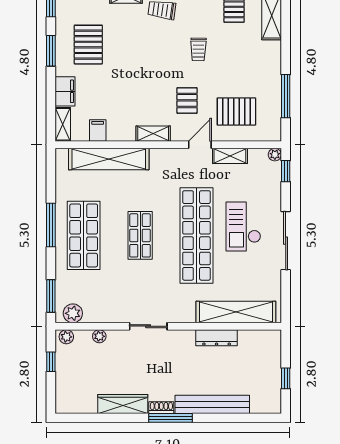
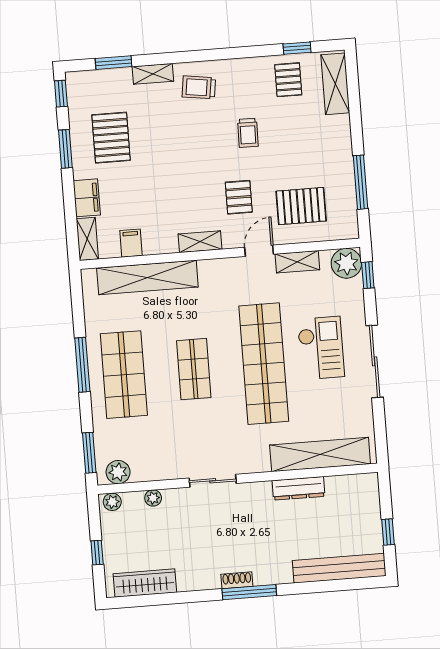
plant: (275, 155) -> (346, 263), width x1.88, depth x1.88
checkout: (243, 226) -> (321, 348), turned 180
window: (51, 362) -> (97, 553), moved
wardrobe: (123, 404) -> (145, 583), moved
bench: (212, 404) -> (339, 568), moved

